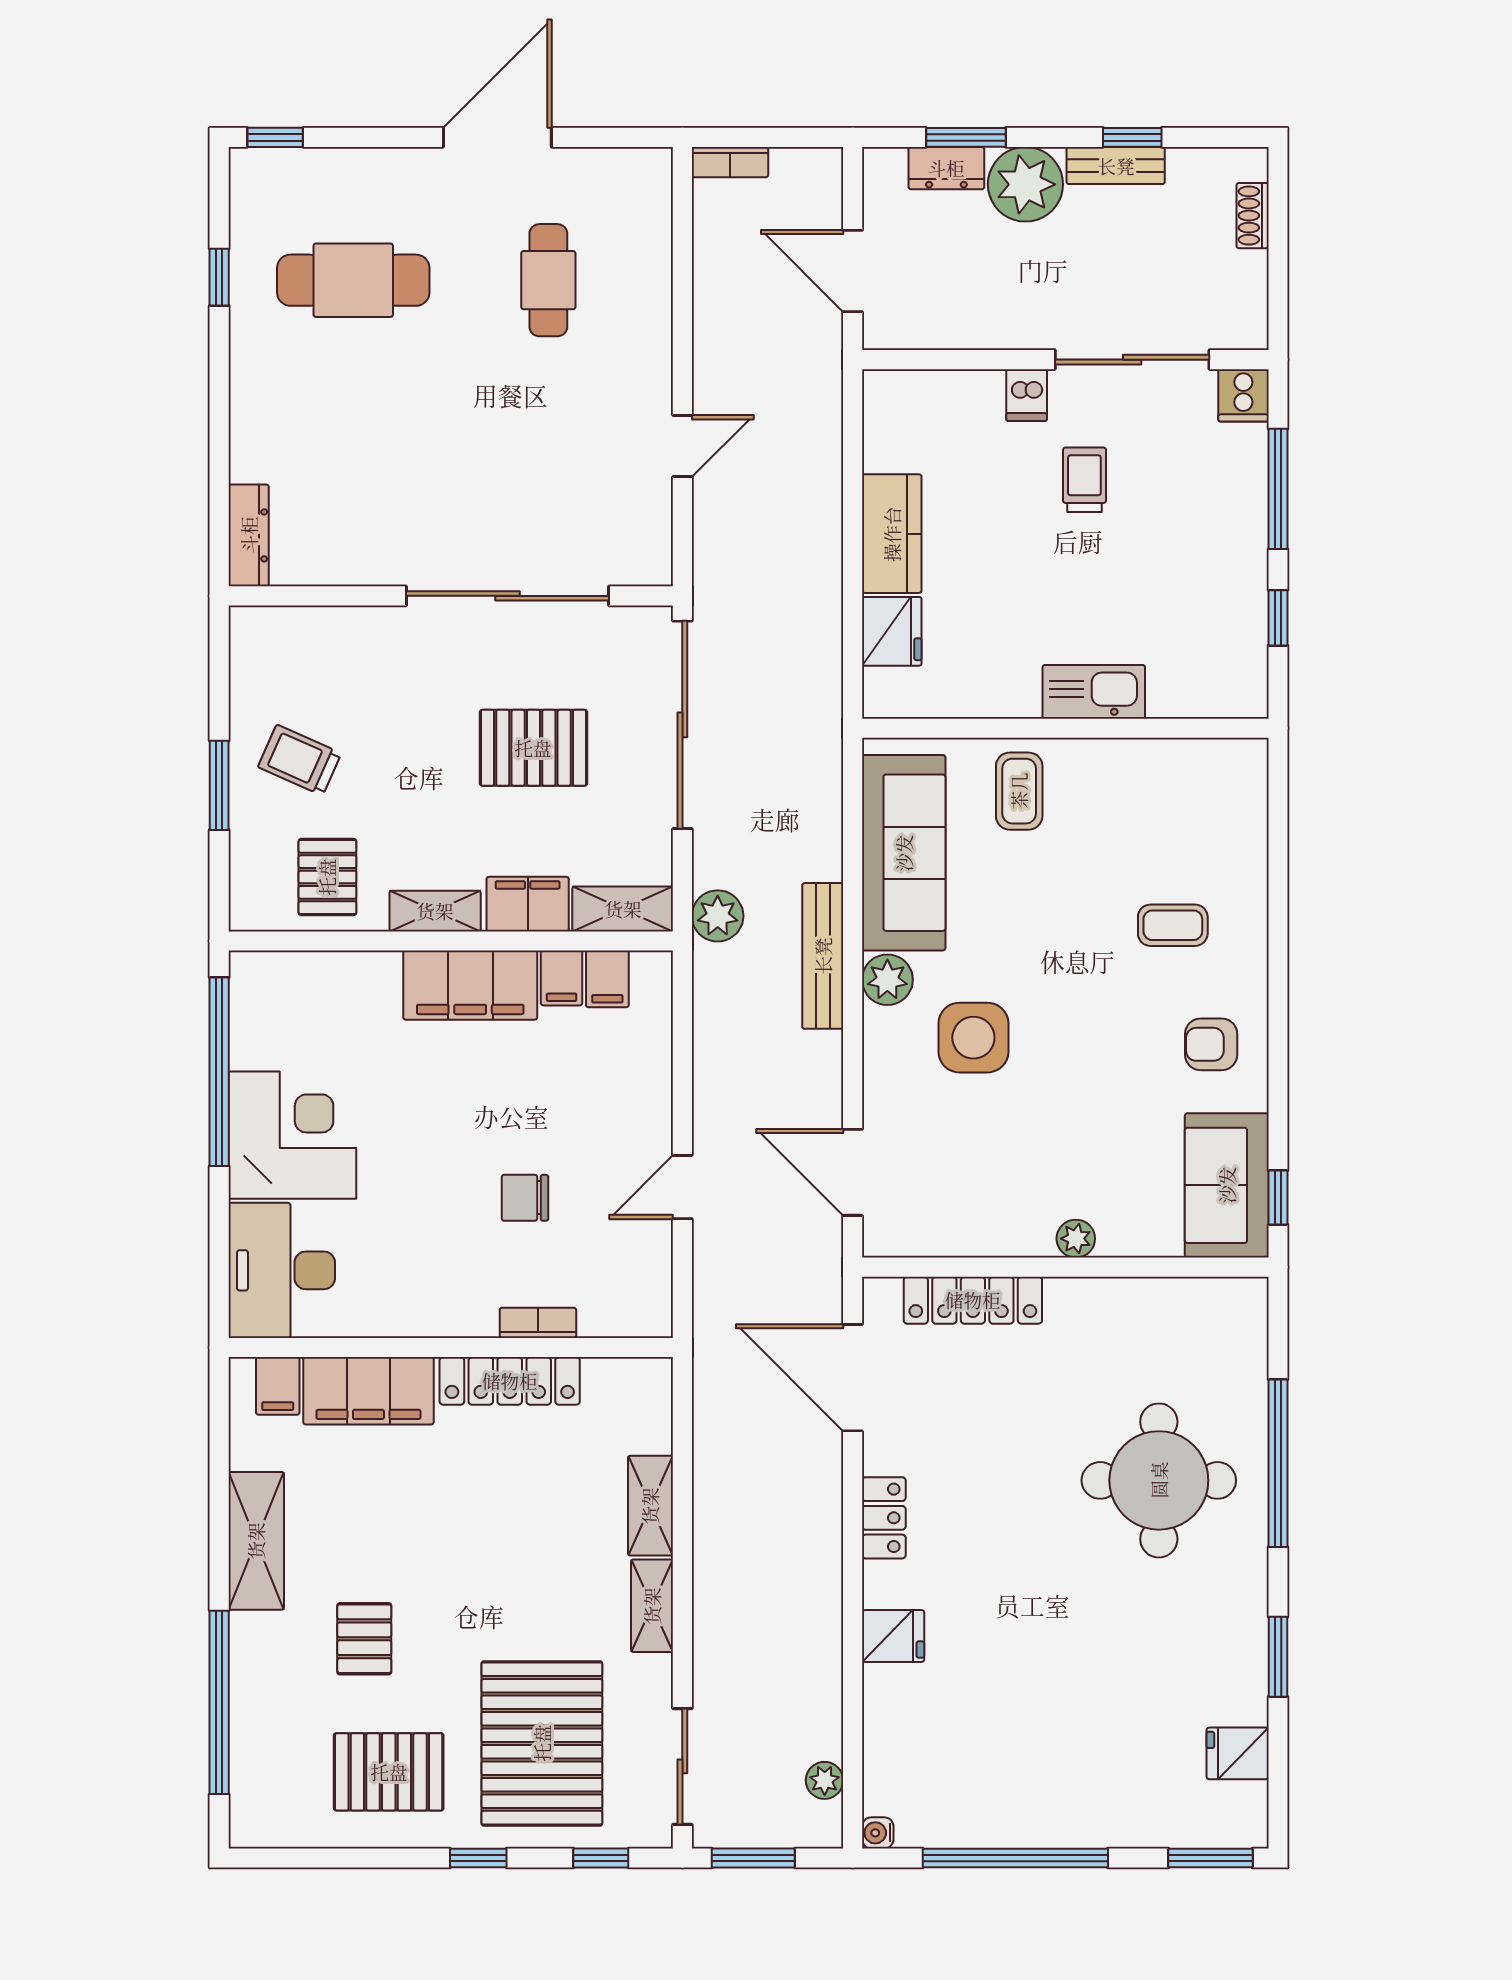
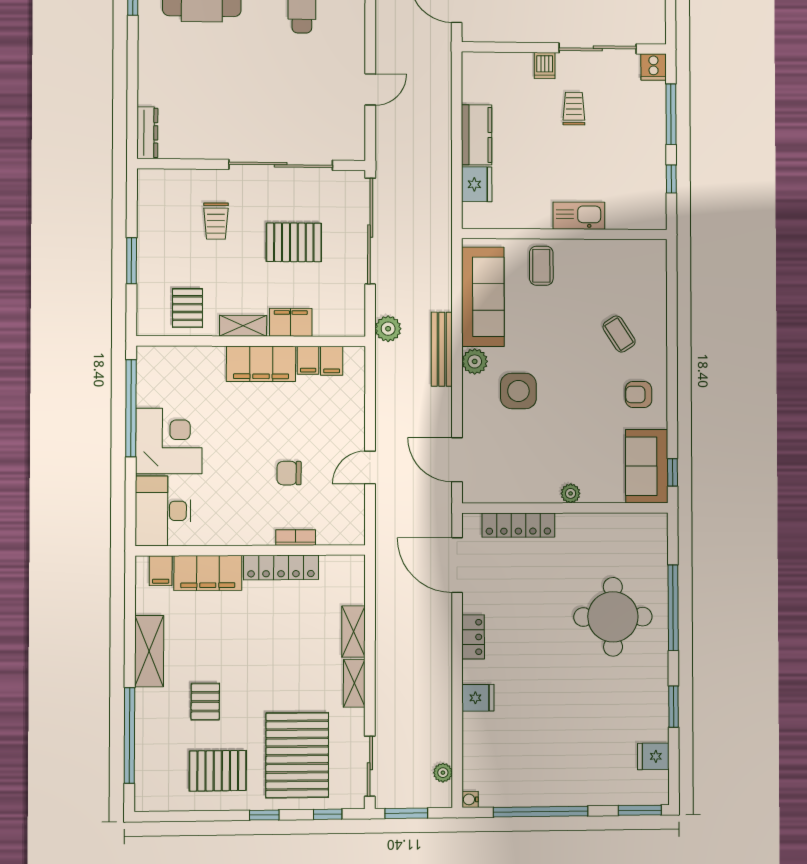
trolley: (300, 760) -> (216, 221), moved, turned -114
shelving: (623, 909) -> (340, 325), removed
coffee table: (1173, 925) -> (619, 334), turned 57

